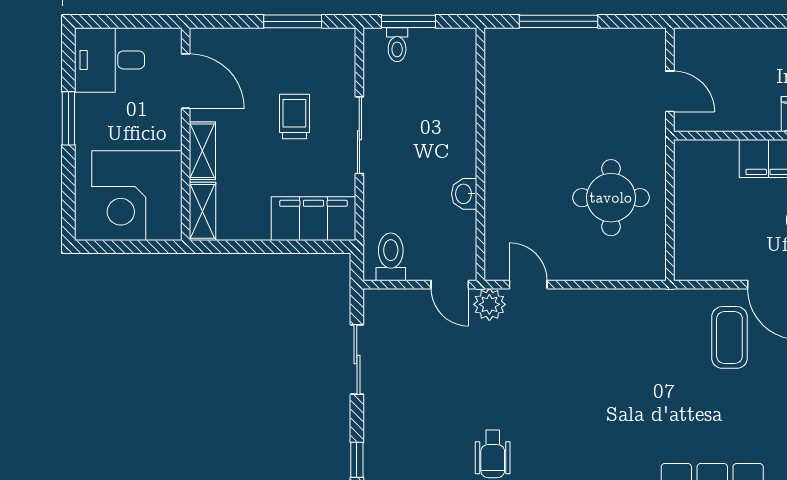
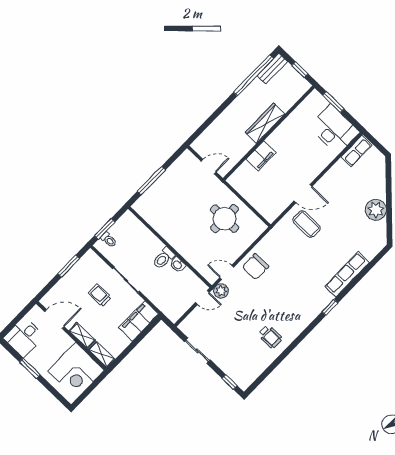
toilet: (391, 257) -> (164, 258), moved, turned -90
chair: (582, 322) -> (255, 267), added

